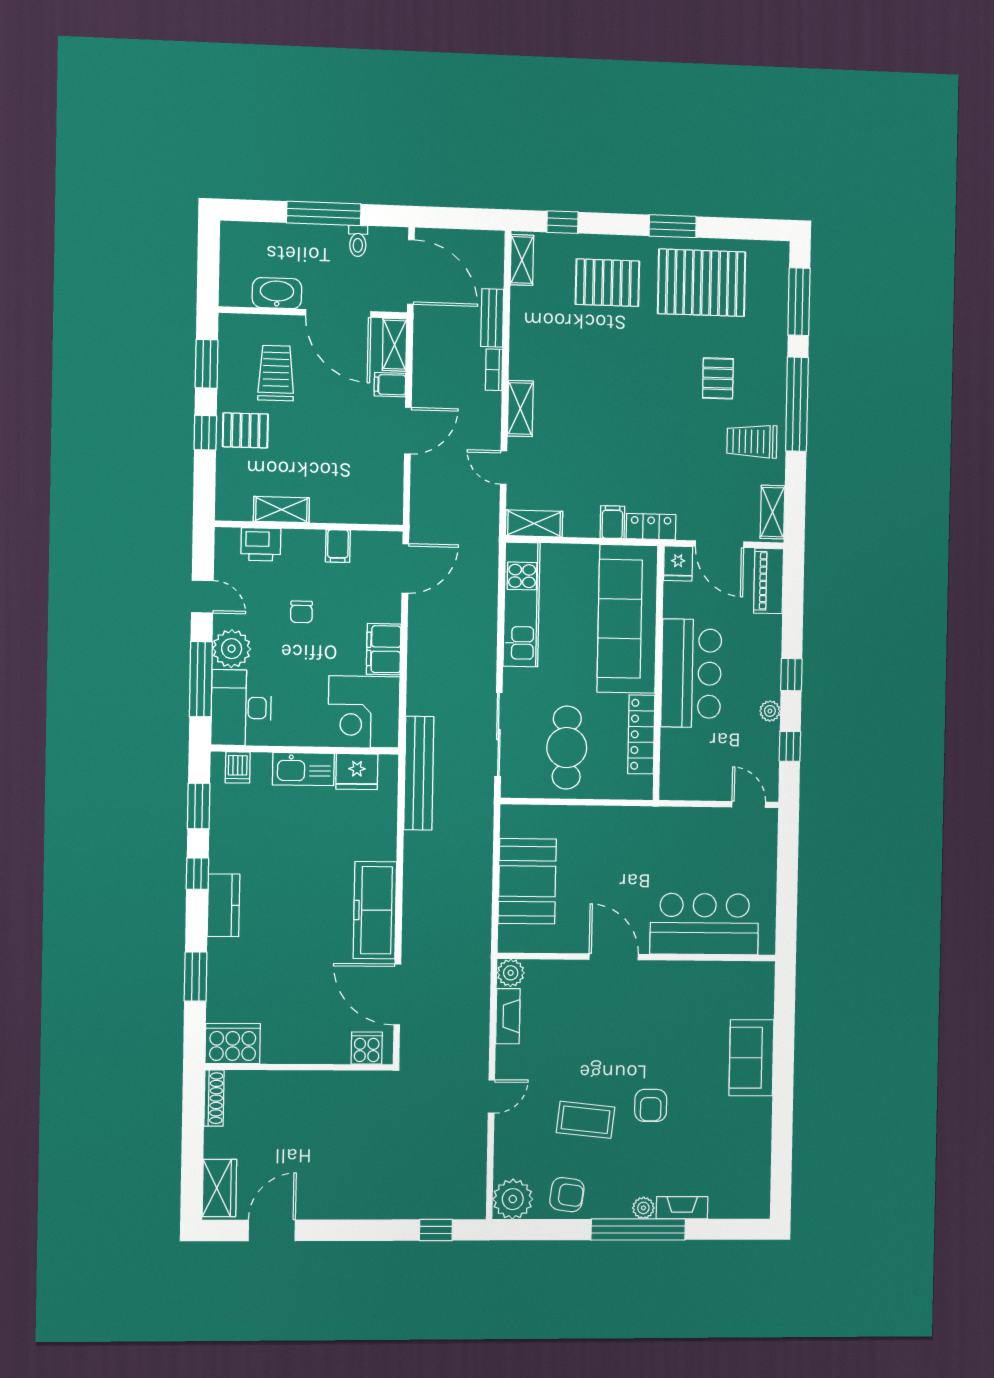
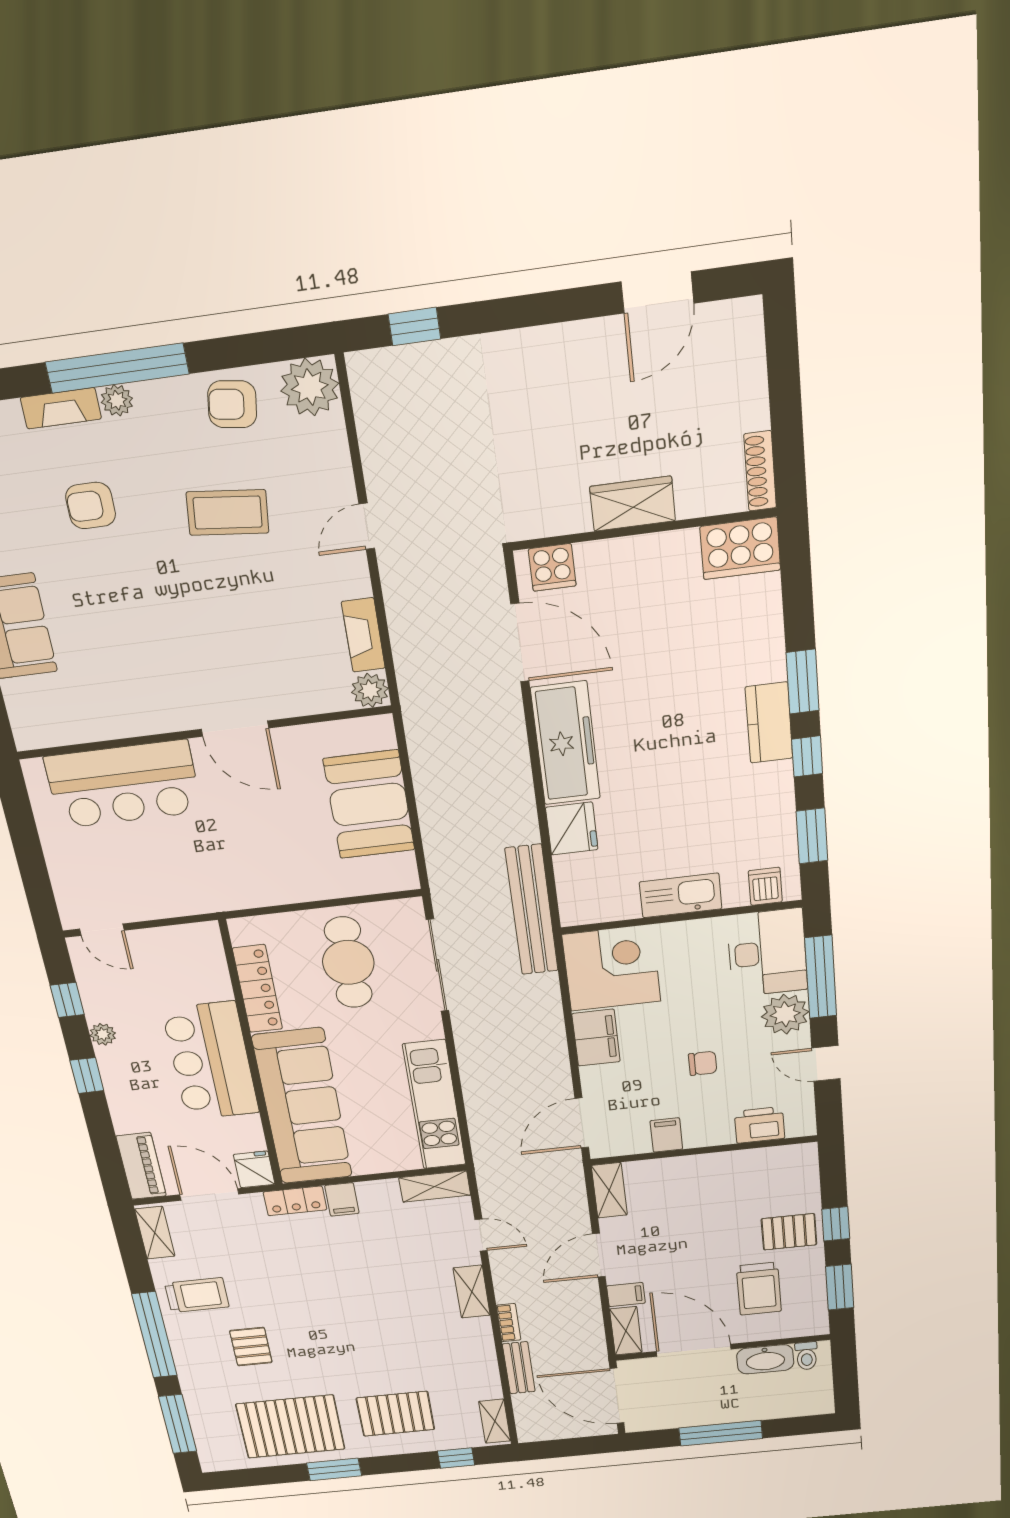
toilet: (358, 241) -> (807, 1356), moved, turned 180
shelving: (281, 510) -> (609, 1190), moved, turned 90
chair: (301, 612) -> (703, 1063), turned 90
fridge: (357, 772) -> (572, 828), moved, turned 90
window: (196, 977) -> (803, 682), moved
armchair: (651, 1105) -> (91, 506), moved, turned -90
wardrobe: (219, 1188) -> (633, 504), moved, turned 90

